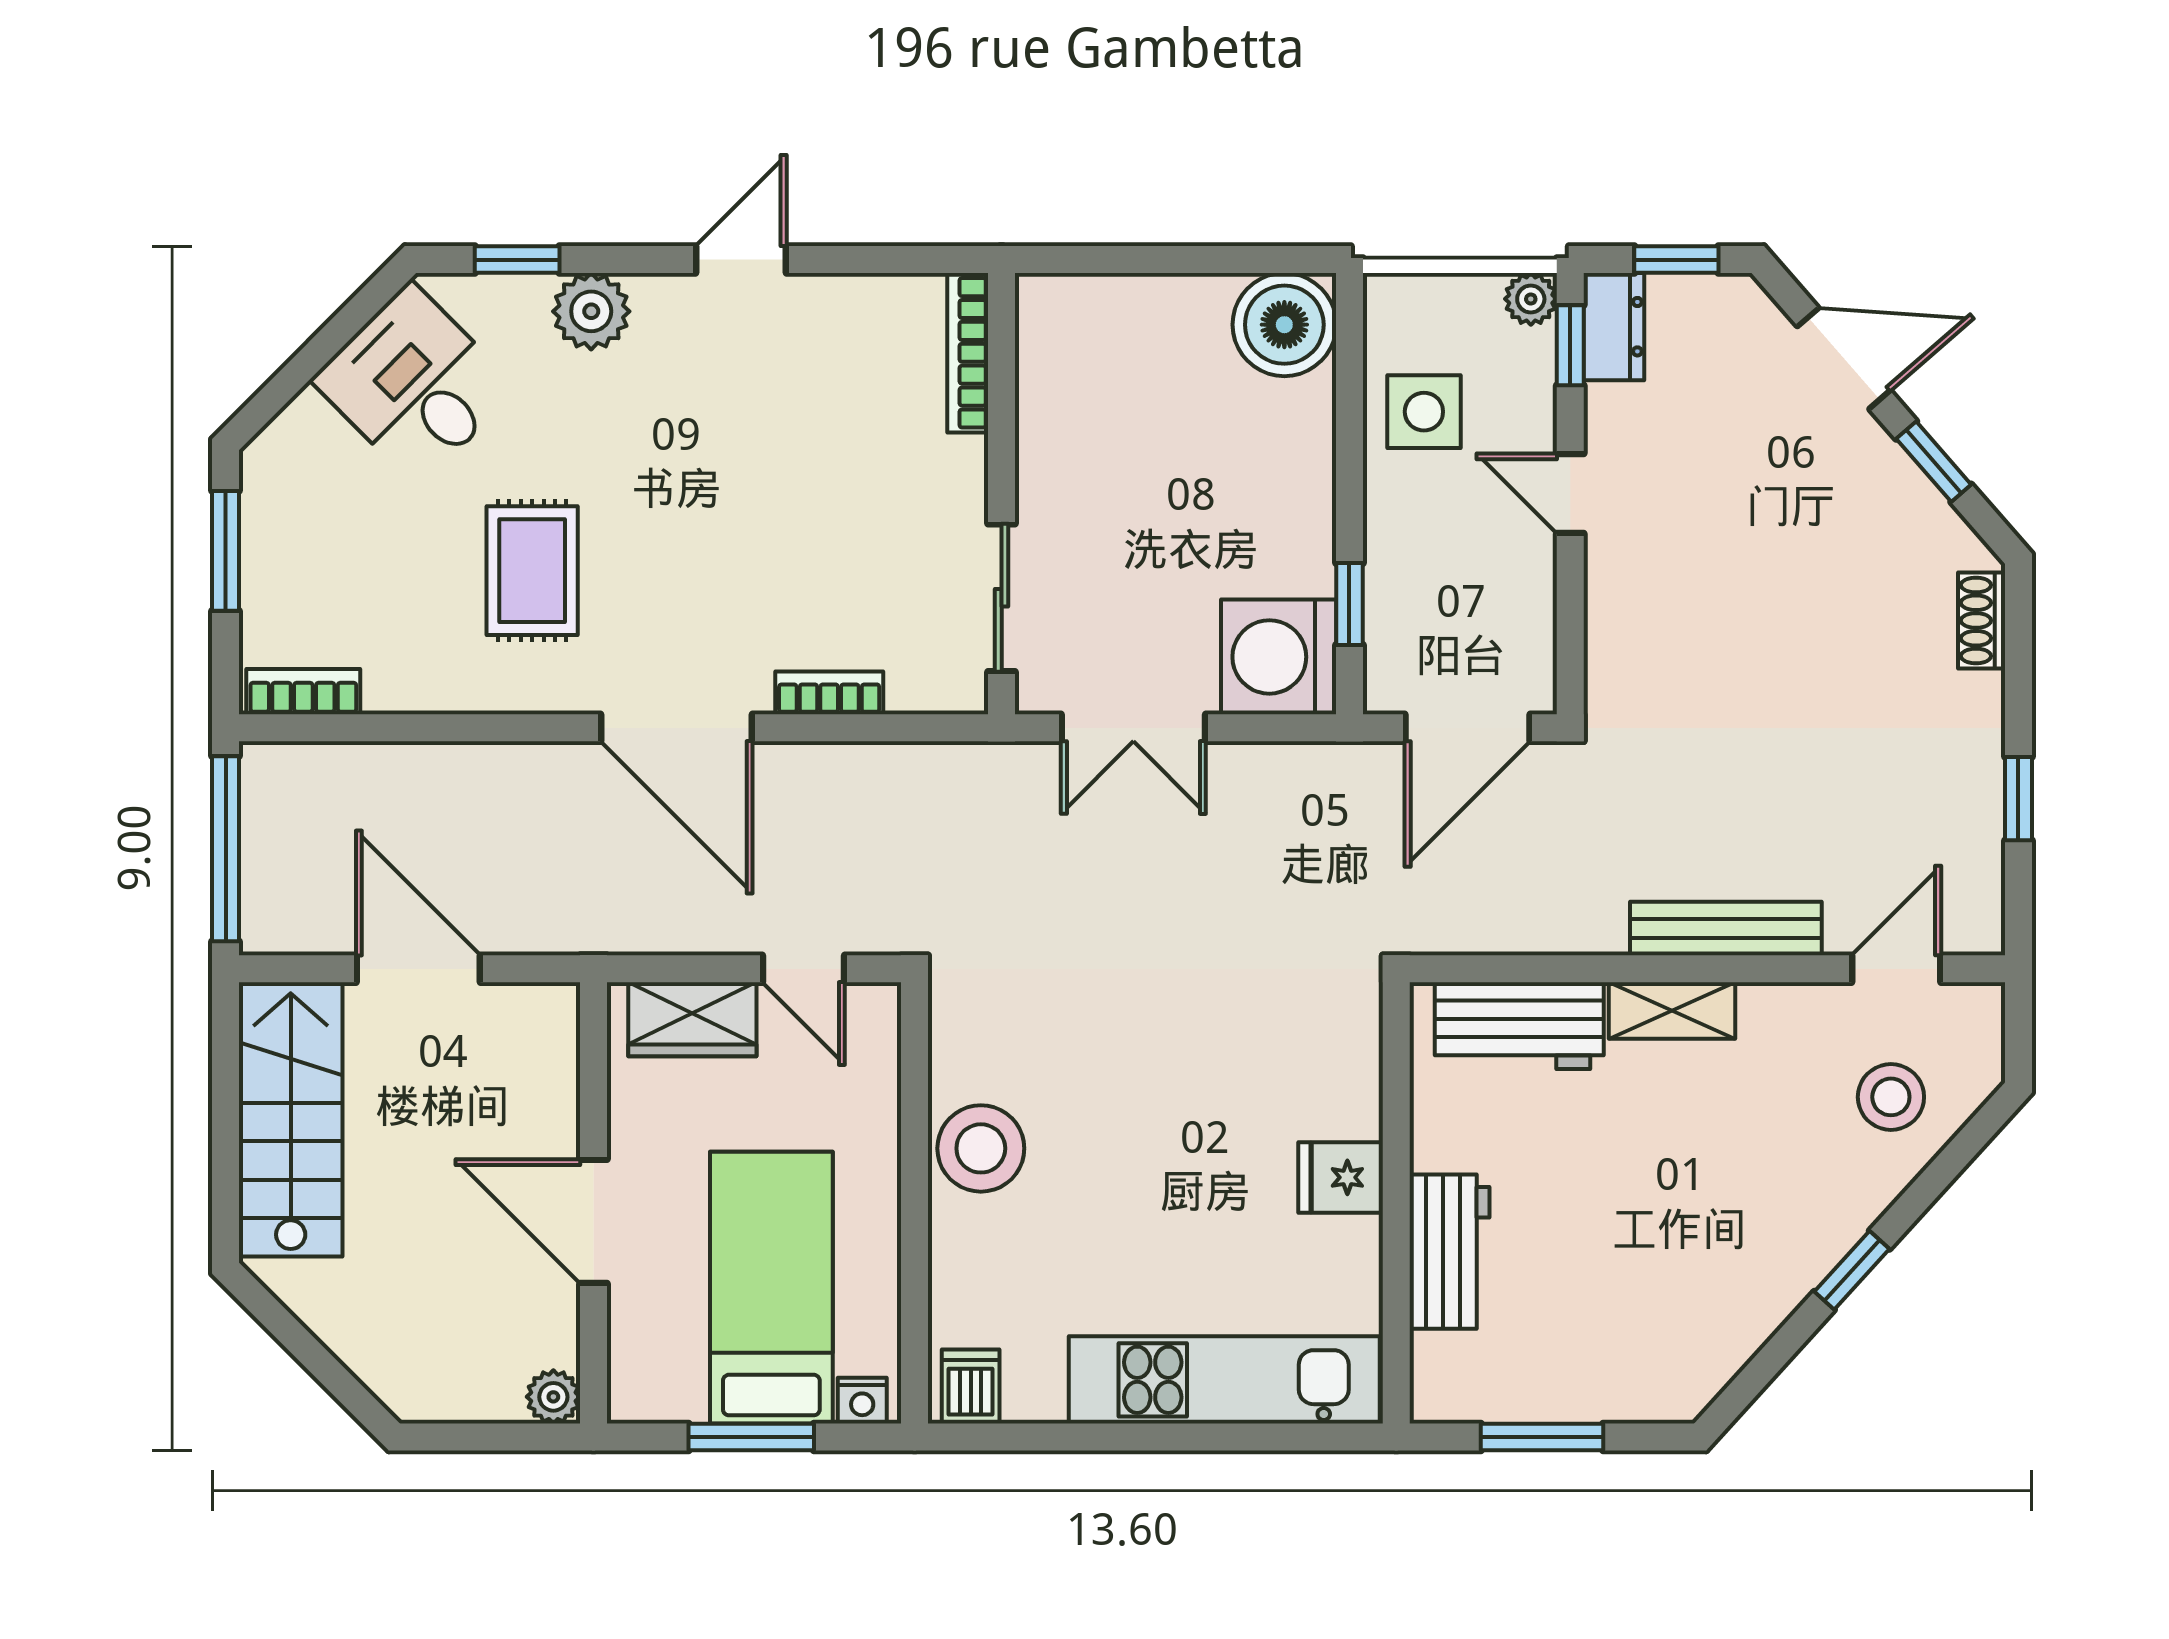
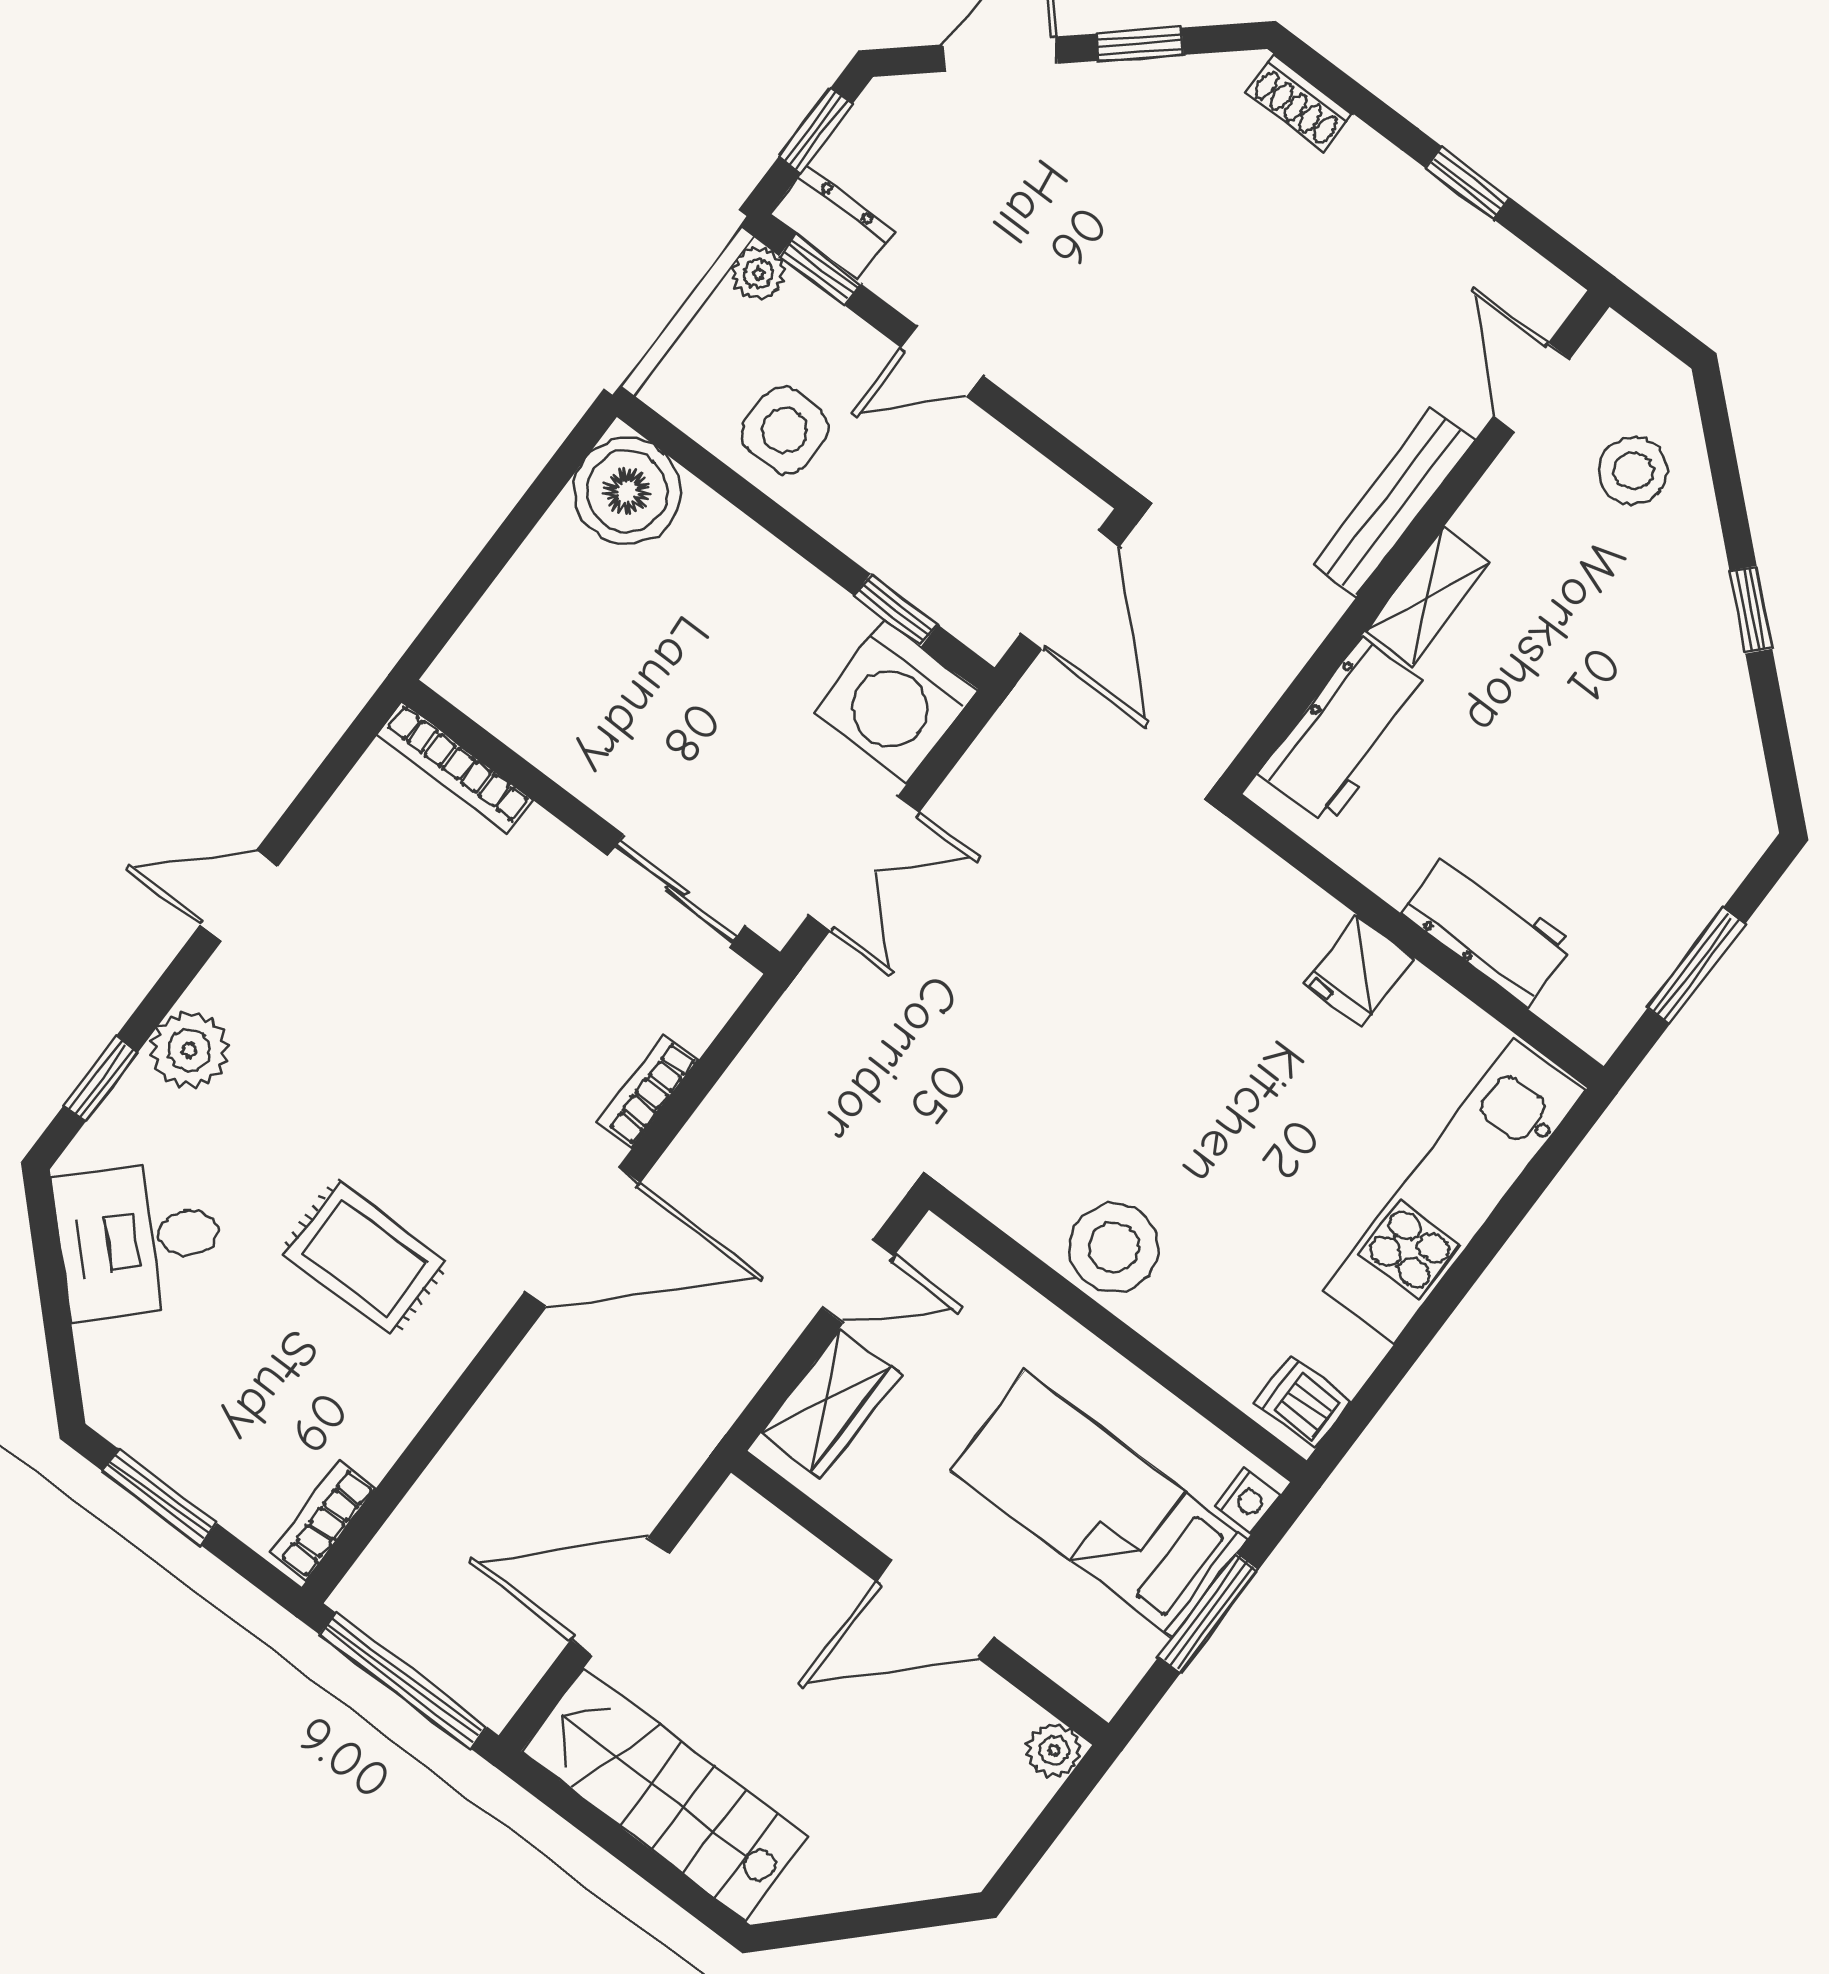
door: (741, 260) -> (239, 895), hinge flipped

